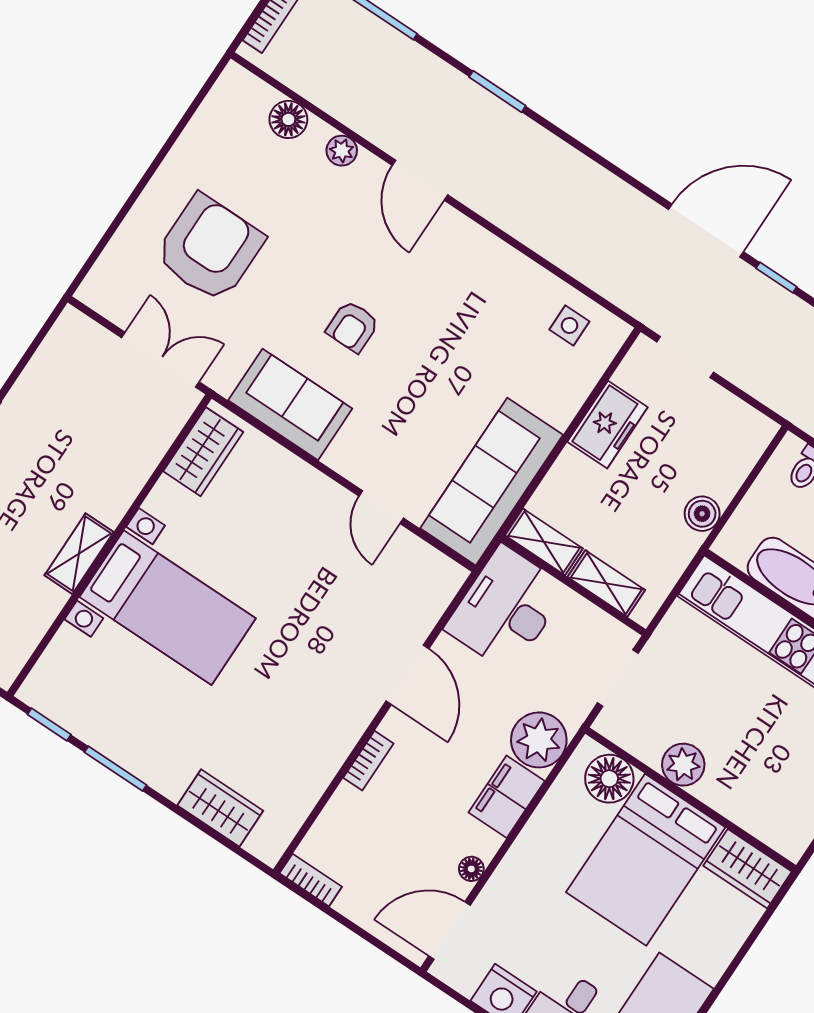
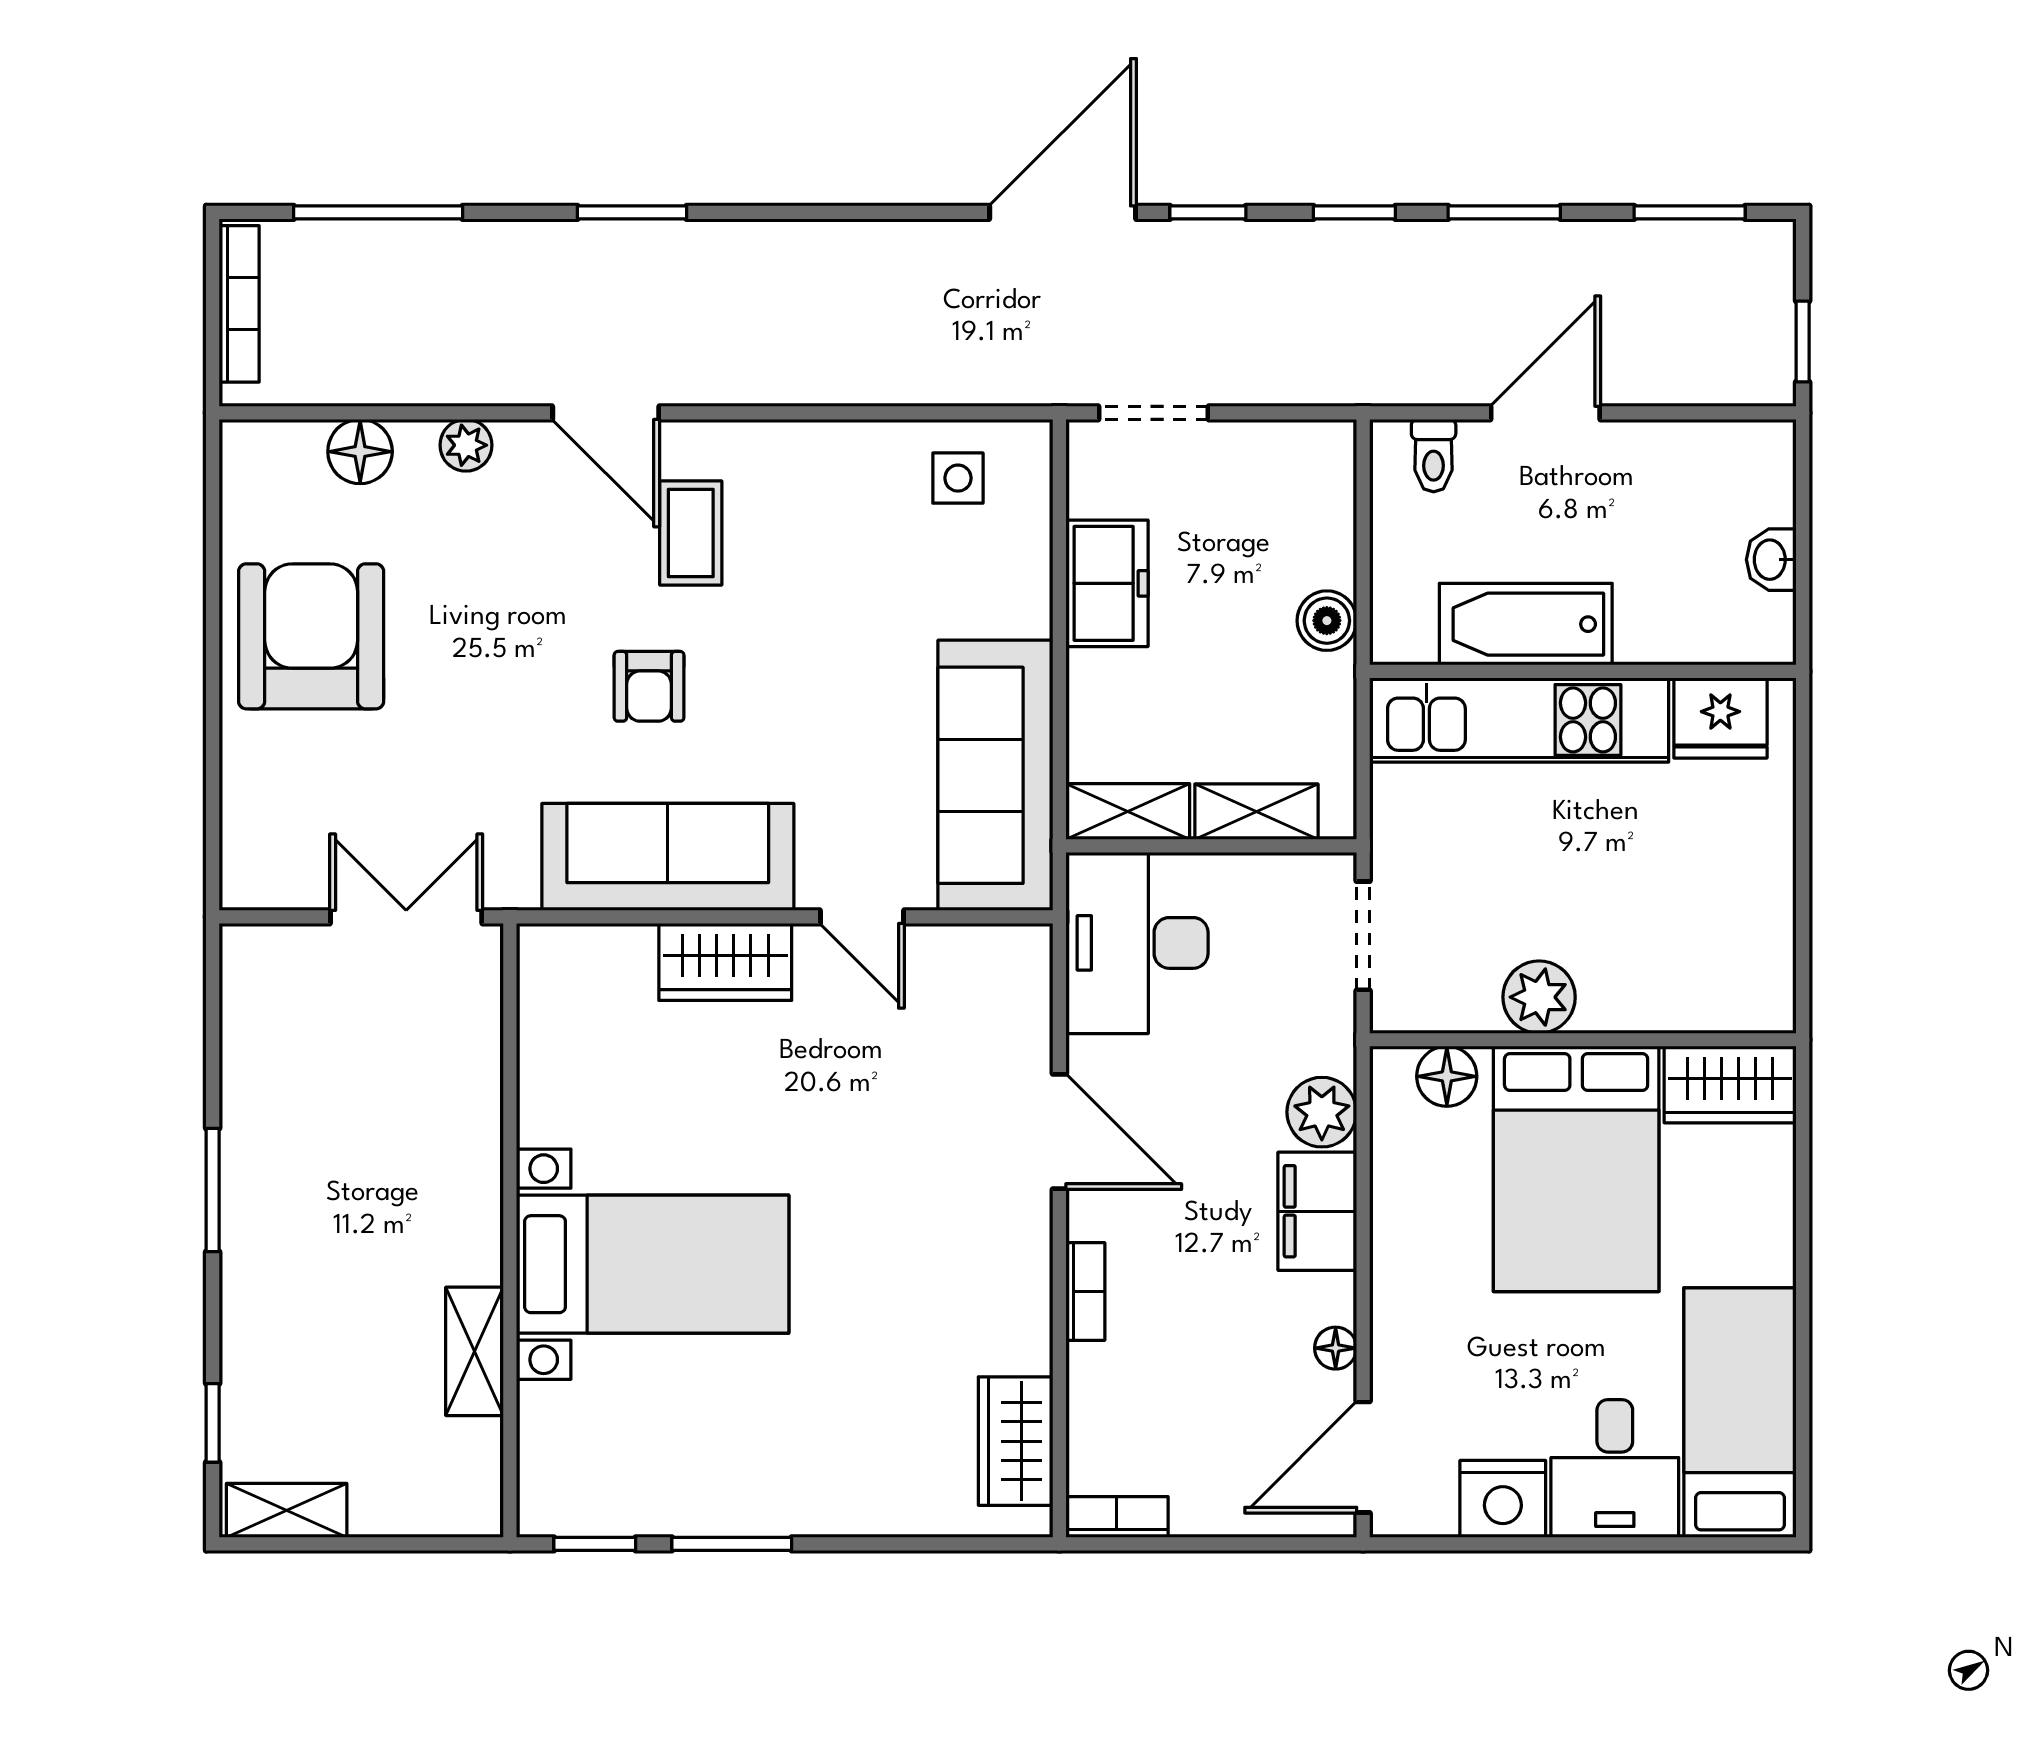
armchair: (209, 248) -> (311, 636), moved
coffee table: (422, 266) -> (691, 533), added
sofa: (290, 404) -> (668, 857), width x1.36
wardrobe: (203, 452) -> (725, 962), moved, turned 90
shelving: (79, 554) -> (475, 1351), moved
plant: (539, 740) -> (1322, 1112), width x0.73, depth x0.73
floor lamp: (609, 779) -> (1447, 1076), width x0.73, depth x0.73
wardrobe: (220, 808) -> (1016, 1441), moved, turned -90

